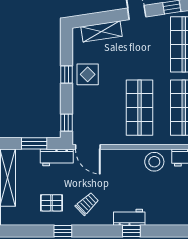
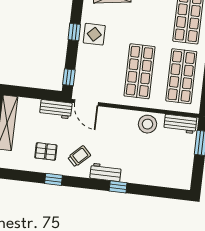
window: (34, 143) -> (36, 93), removed
workbench: (129, 217) -> (106, 172), moved

